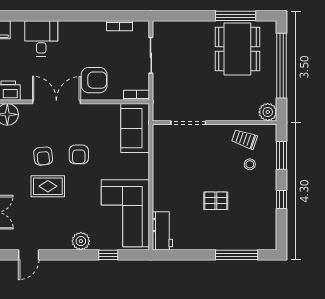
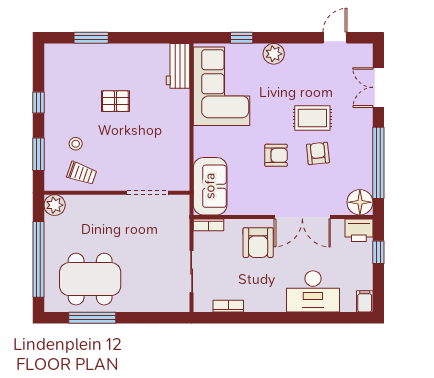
desk: (41, 38) -> (313, 291), width x1.37
dining table: (237, 49) -> (90, 279), turned 90
armchair: (94, 80) -> (258, 243), turned -90
armchair: (79, 154) -> (276, 155), turned 90
window: (237, 255) -> (91, 38), width x0.69

